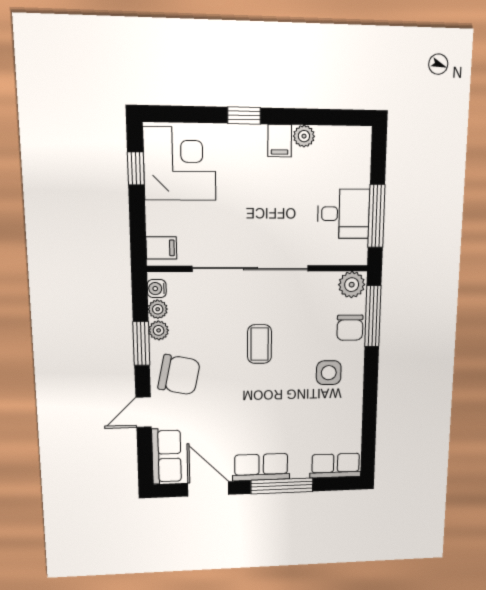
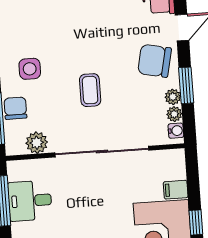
filing cabinet: (161, 248) -> (176, 190), moved
plant: (352, 285) -> (37, 143), moved

